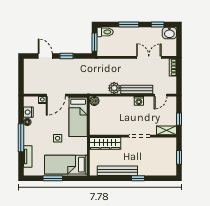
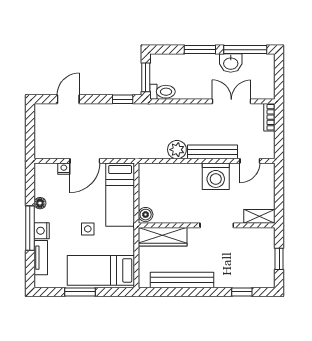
window: (158, 24) -> (245, 50), width x2.17
toilet: (105, 32) -> (162, 92), moved
washbasin: (169, 33) -> (231, 63), moved
door: (45, 56) -> (68, 99), hinge flipped
window: (67, 56) -> (123, 99), moved
boiler: (94, 101) -> (146, 215), moved
washing machine: (139, 101) -> (216, 176), width x1.89, depth x1.89
nightstand: (28, 112) -> (42, 231), moved
window: (179, 119) -> (279, 199), removed
window: (138, 178) -> (242, 292), moved

